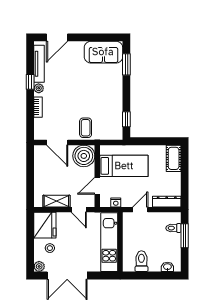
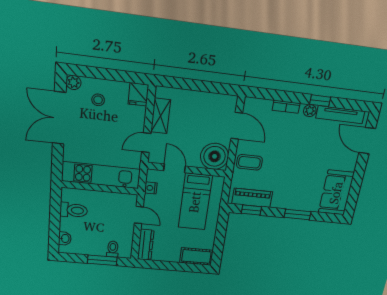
window: (126, 64) -> (297, 215), moved
piano: (116, 120) -> (252, 198), added
door: (57, 142) -> (237, 126), swing flipped
fridge: (45, 225) -> (138, 94), width x0.53, depth x0.75

